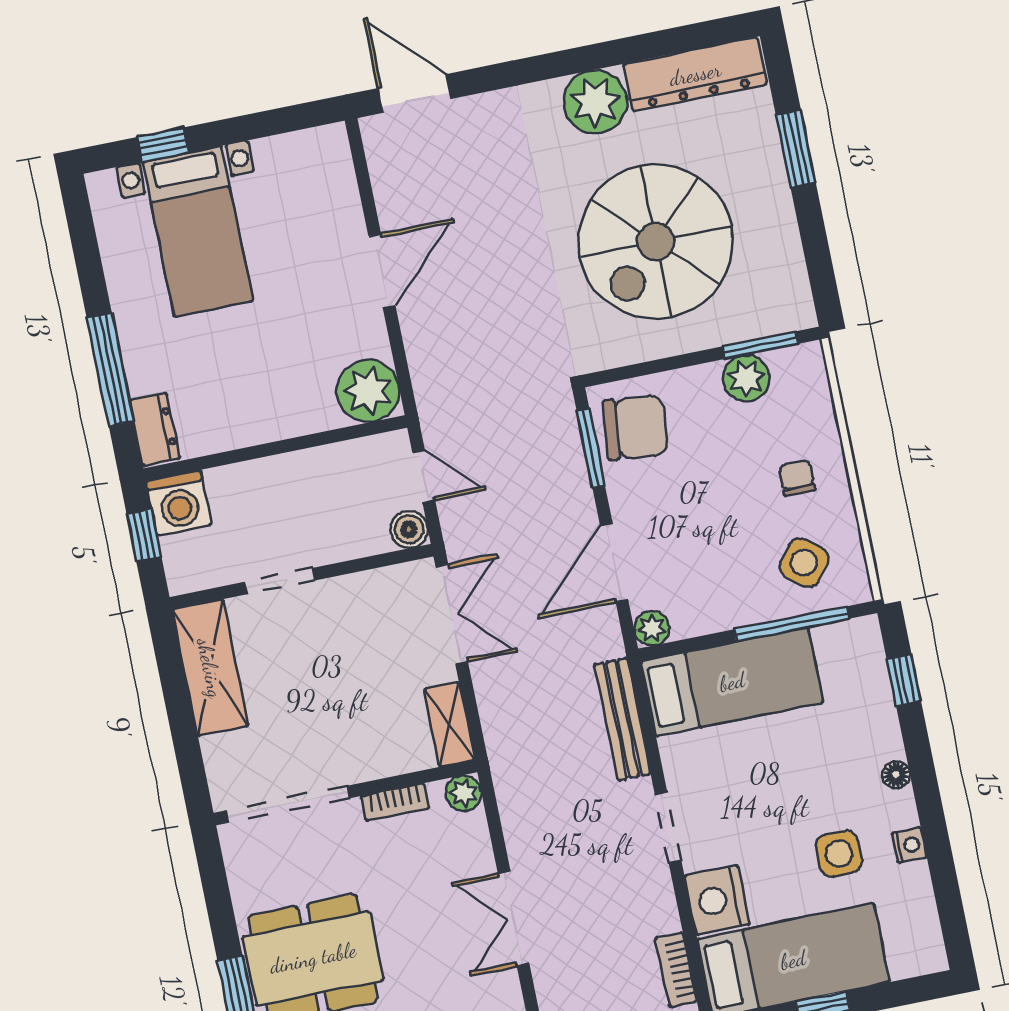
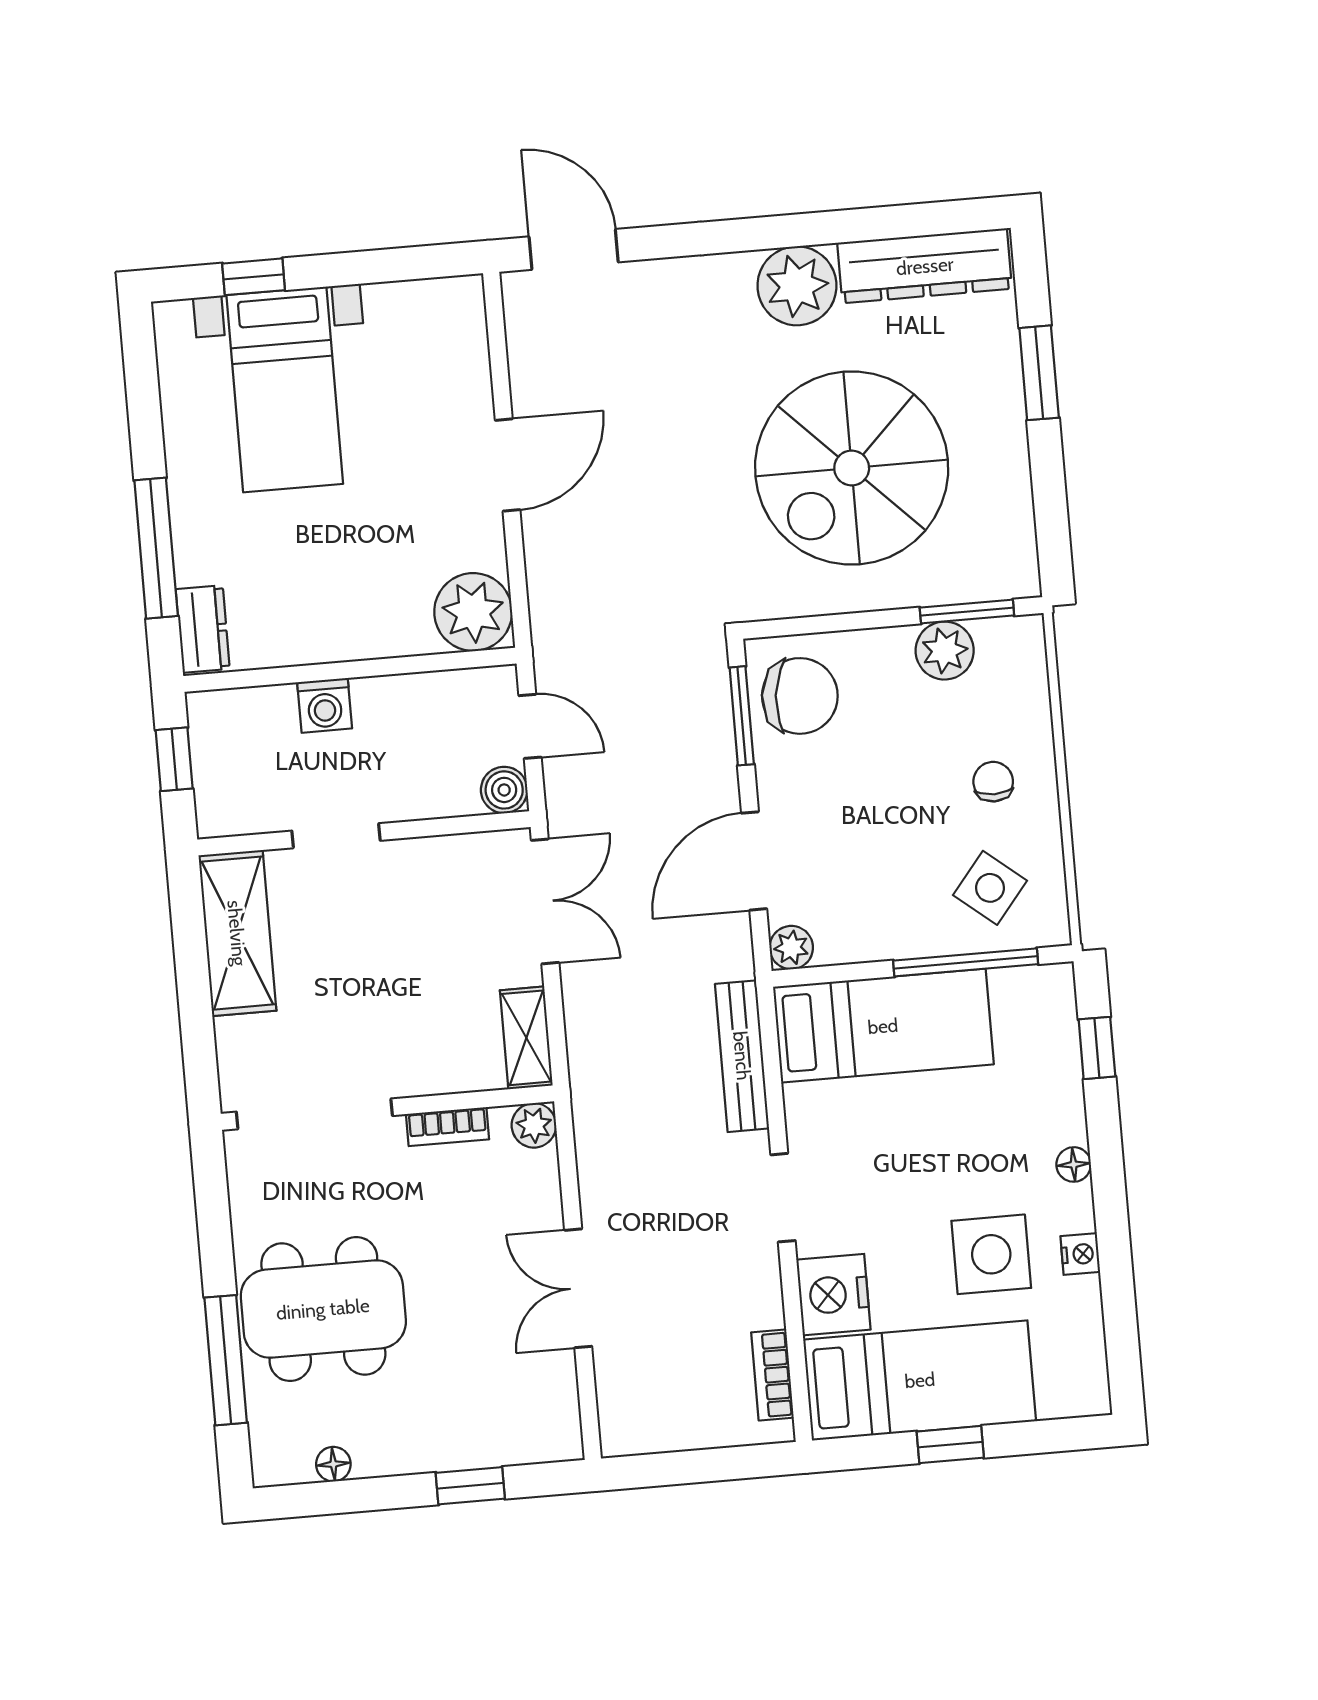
washing machine: (179, 503) -> (325, 705), moved, width x0.73, depth x0.73
side table: (839, 854) -> (991, 1254), width x1.37, depth x1.37

